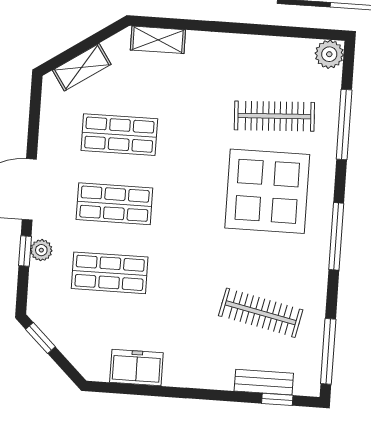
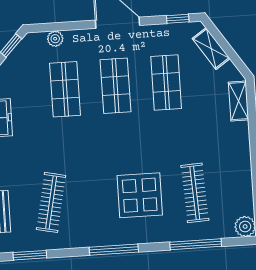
display table: (267, 191) -> (140, 195), width x0.73, depth x0.73
plant: (41, 250) -> (55, 39), moved
window: (25, 251) -> (178, 19), moved
window: (328, 351) -> (30, 255), width x0.69

